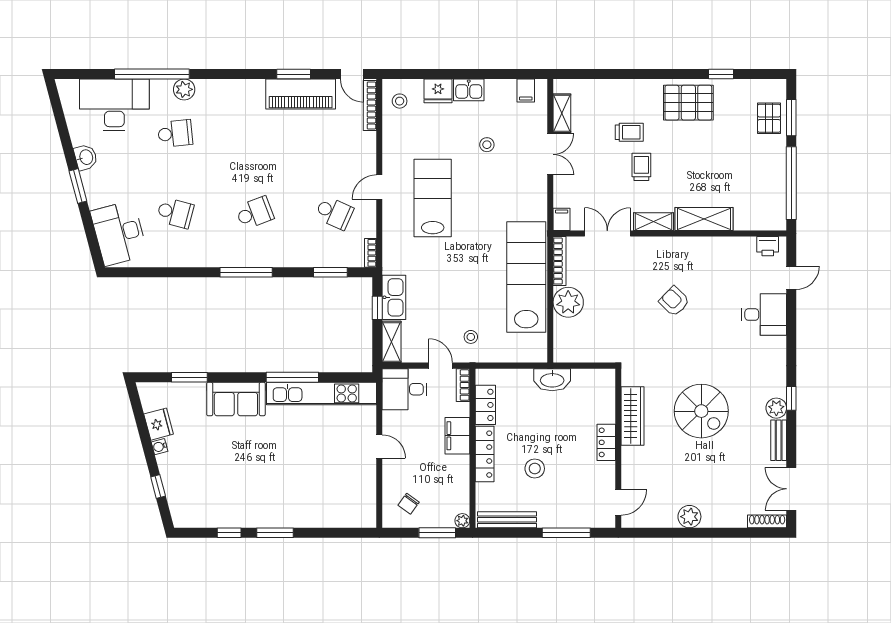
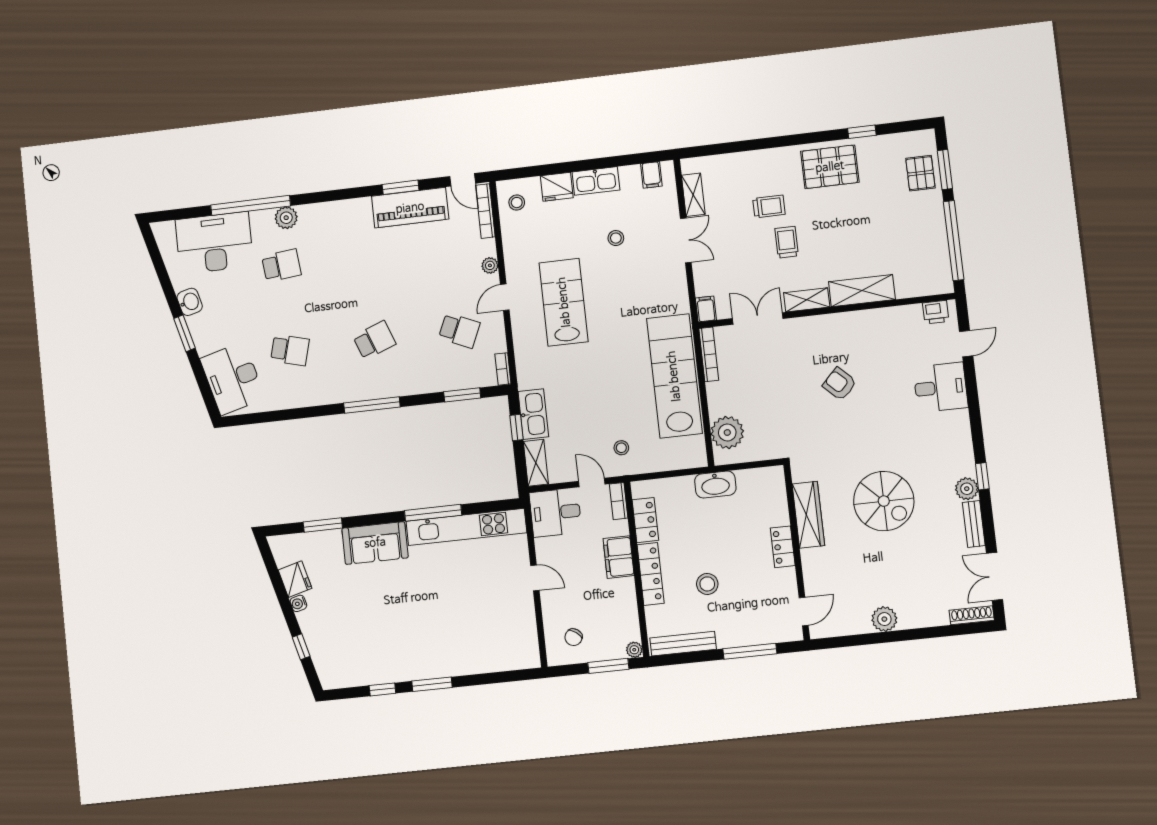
kitchen sink: (469, 90) -> (596, 181), width x1.38
plant: (369, 156) -> (490, 265), added
plant: (568, 302) -> (727, 433), moved

